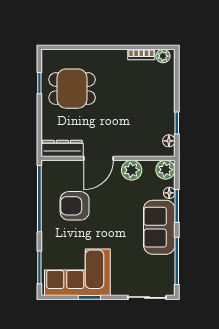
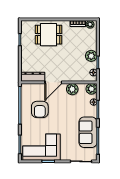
dining table: (72, 89) -> (49, 35), moved
plant: (165, 112) -> (91, 56), added
armchair: (75, 206) -> (40, 109), turned -90
sofa: (159, 227) -> (88, 132), moved

